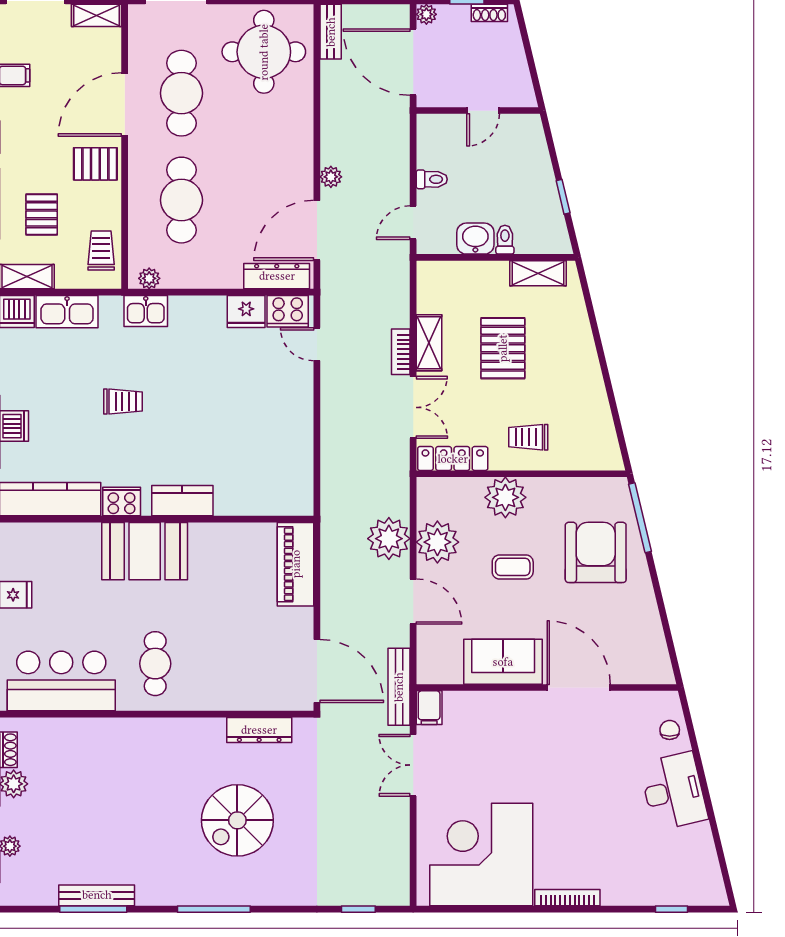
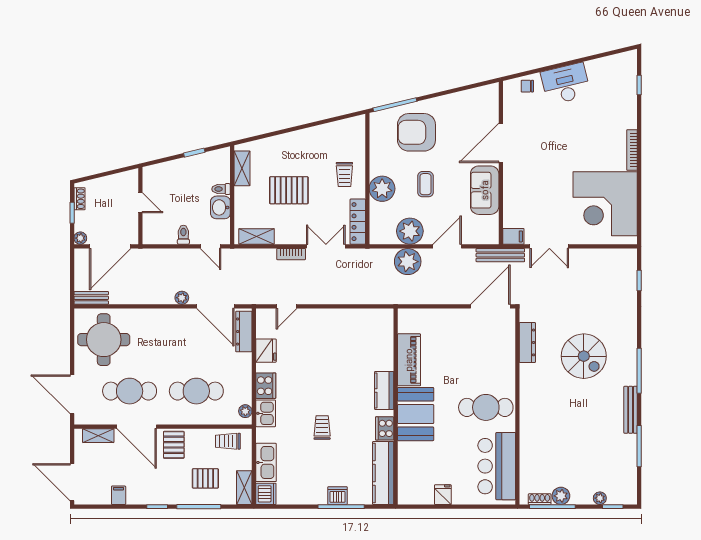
shelving: (96, 15) -> (98, 436), moved, turned 90
cooker: (288, 311) -> (266, 386), moved
shelving: (429, 343) -> (257, 236), moved
piano: (296, 564) -> (409, 360), moved, turned -90
cafe table: (155, 664) -> (486, 407), width x1.37, depth x1.35
bench: (97, 895) -> (631, 410), moved

